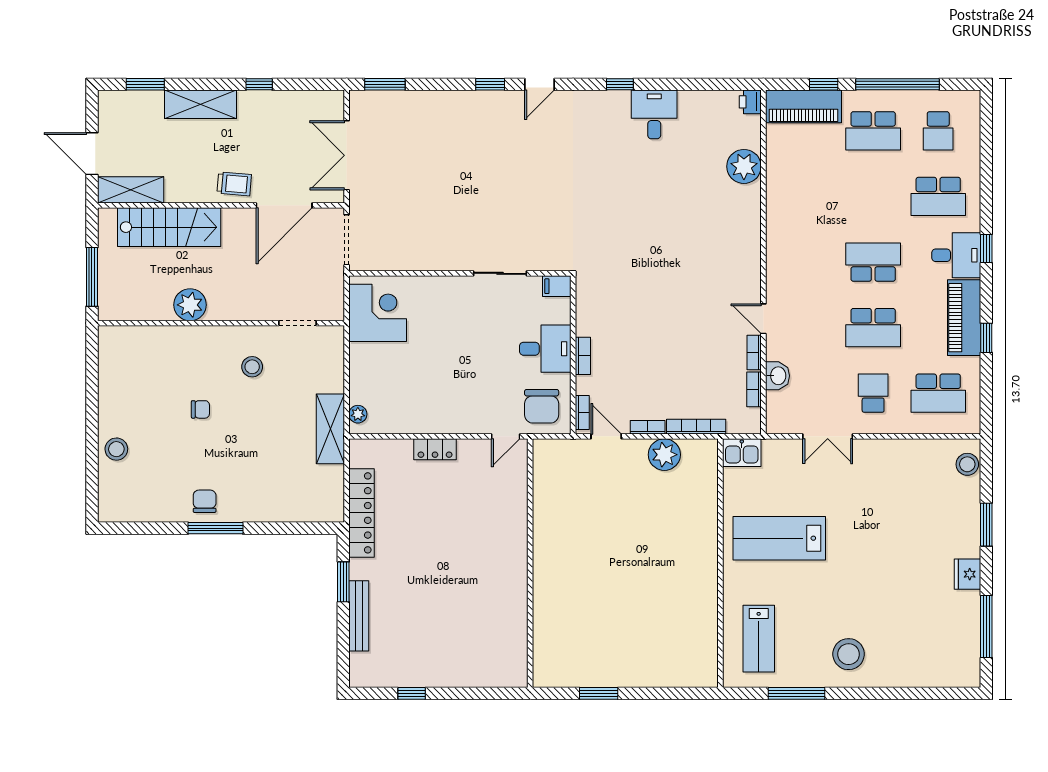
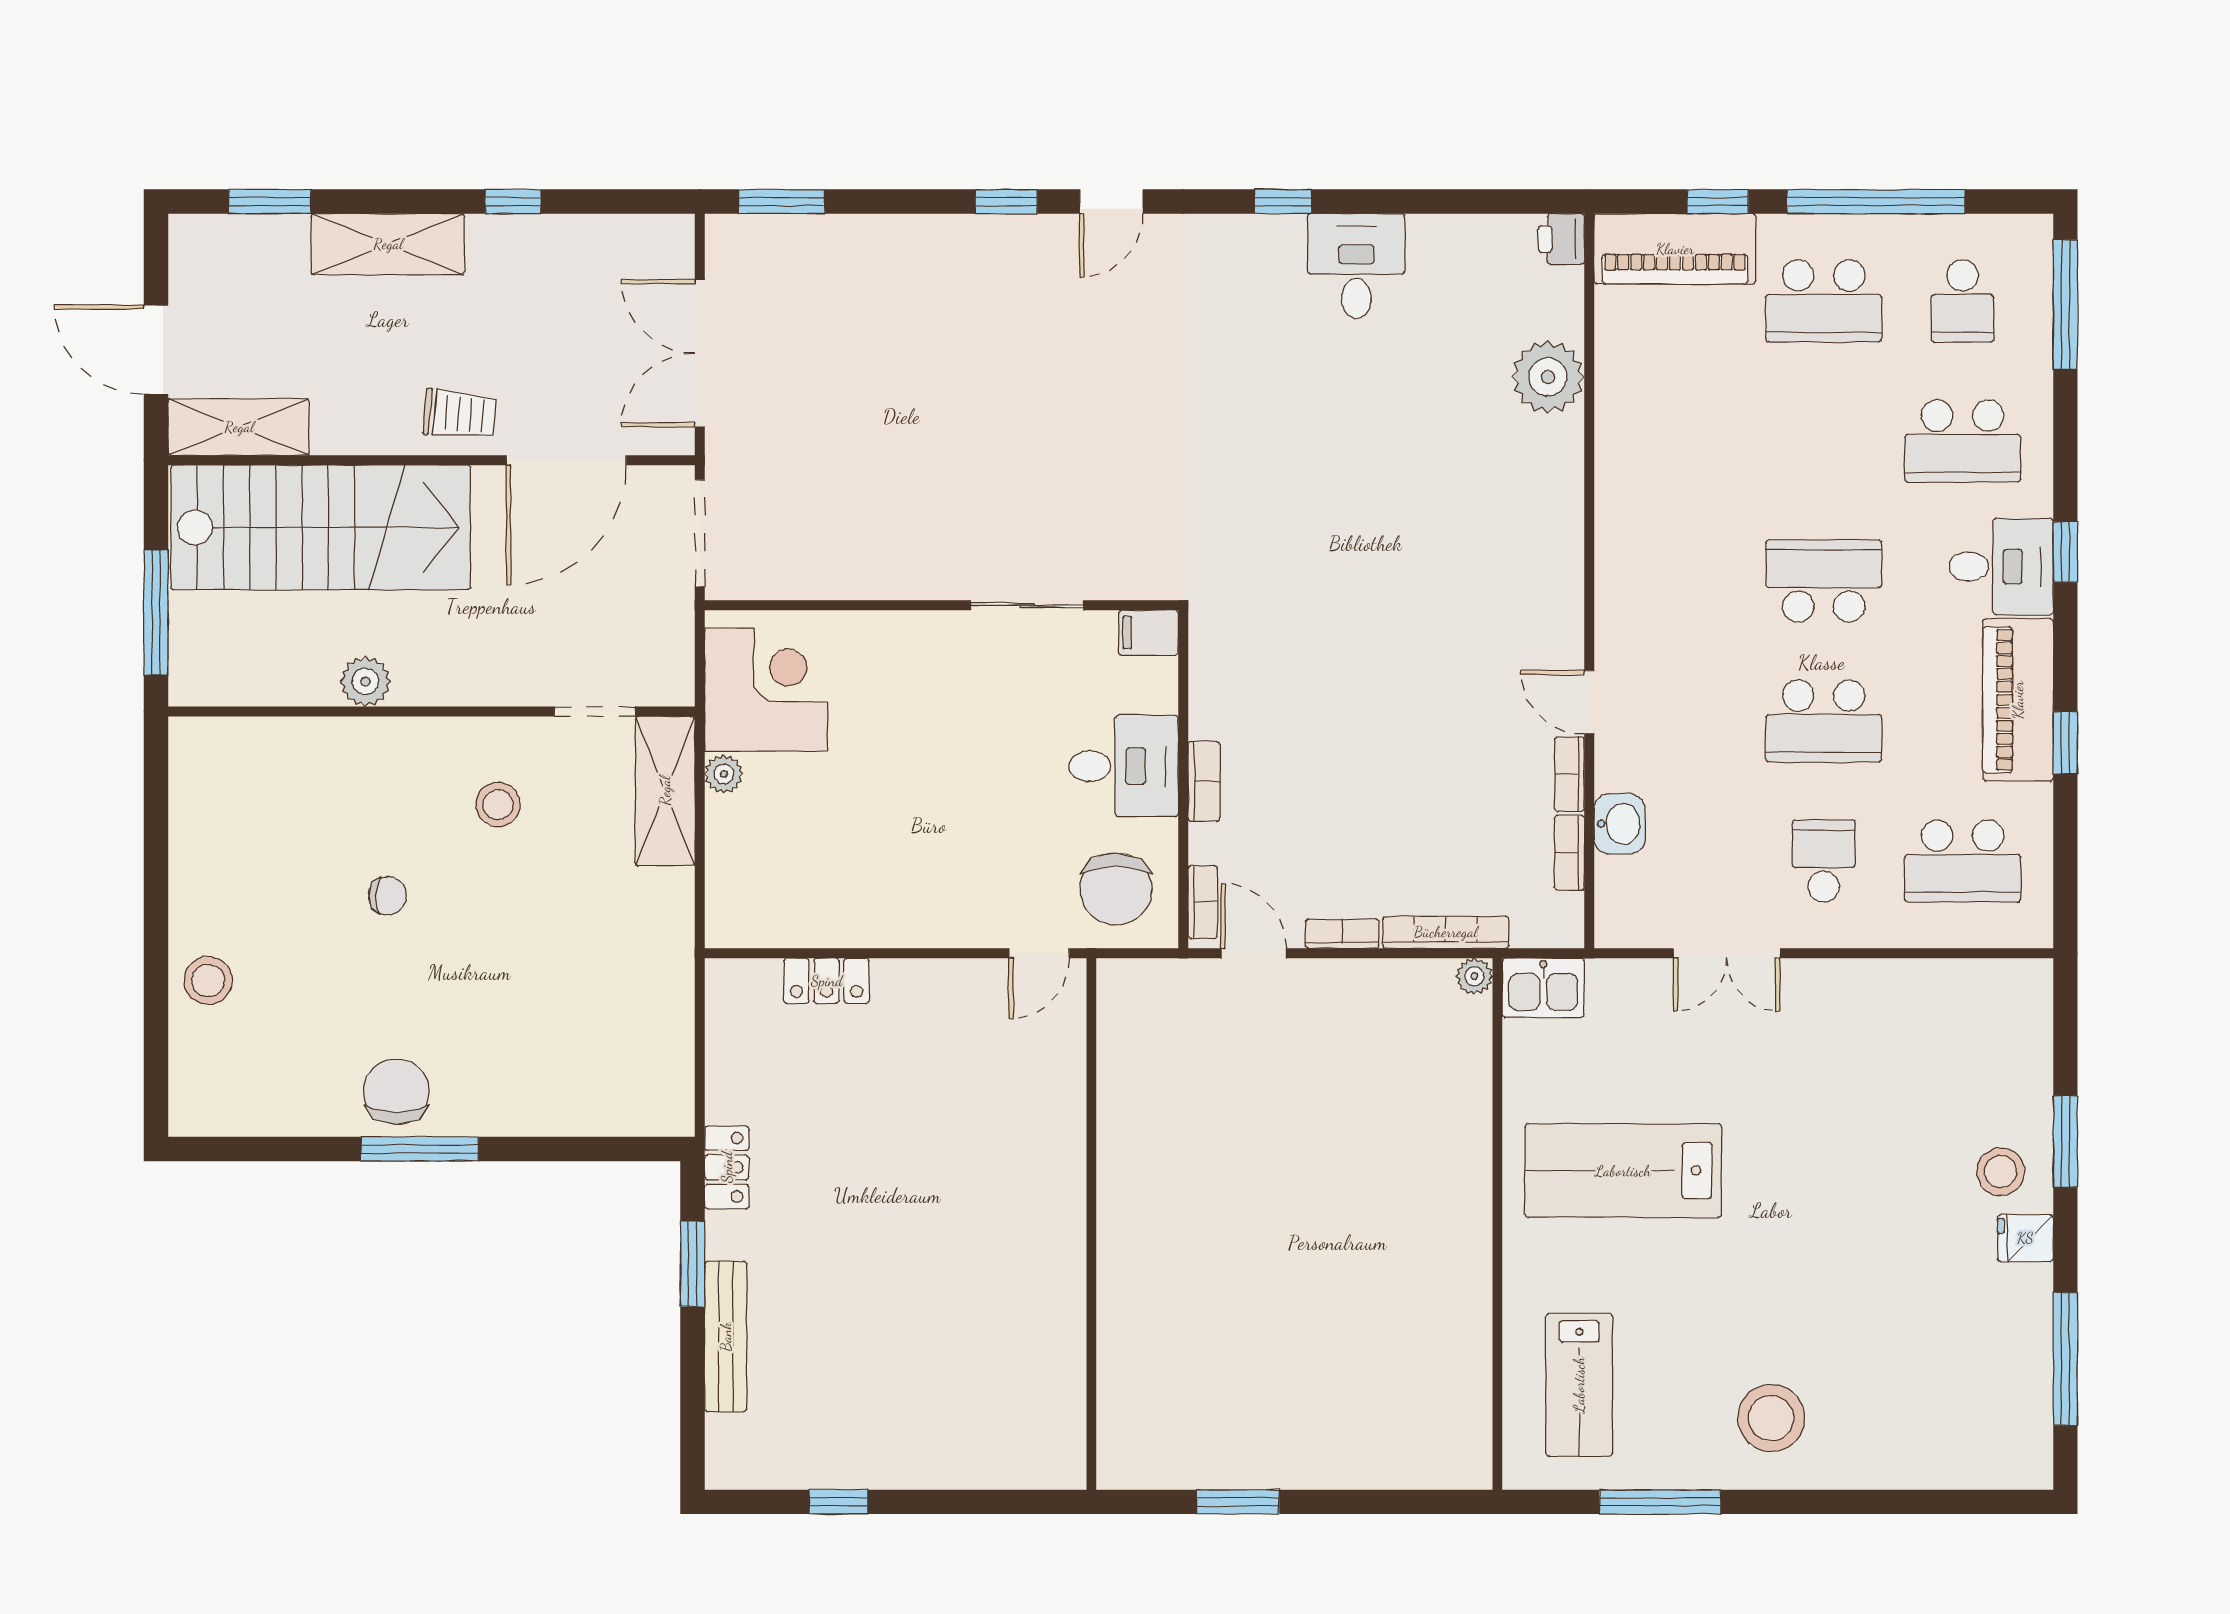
window: (986, 133) -> (2065, 305), added
stairs: (169, 227) -> (321, 527), width x1.36, depth x1.51
plant: (190, 305) -> (365, 681), width x0.73, depth x0.73
plant: (358, 414) -> (724, 774), moved
shelving: (330, 429) -> (665, 791), moved
locker: (435, 449) -> (827, 981), moved
plant: (664, 455) -> (1474, 976), moved, width x0.53, depth x0.53
stool: (967, 464) -> (2001, 1172), moved
chair: (205, 501) -> (396, 1092), width x1.37, depth x1.37
locker: (361, 513) -> (727, 1167), width x0.46, depth x0.83
fridge: (968, 574) -> (2025, 1238), width x0.72

